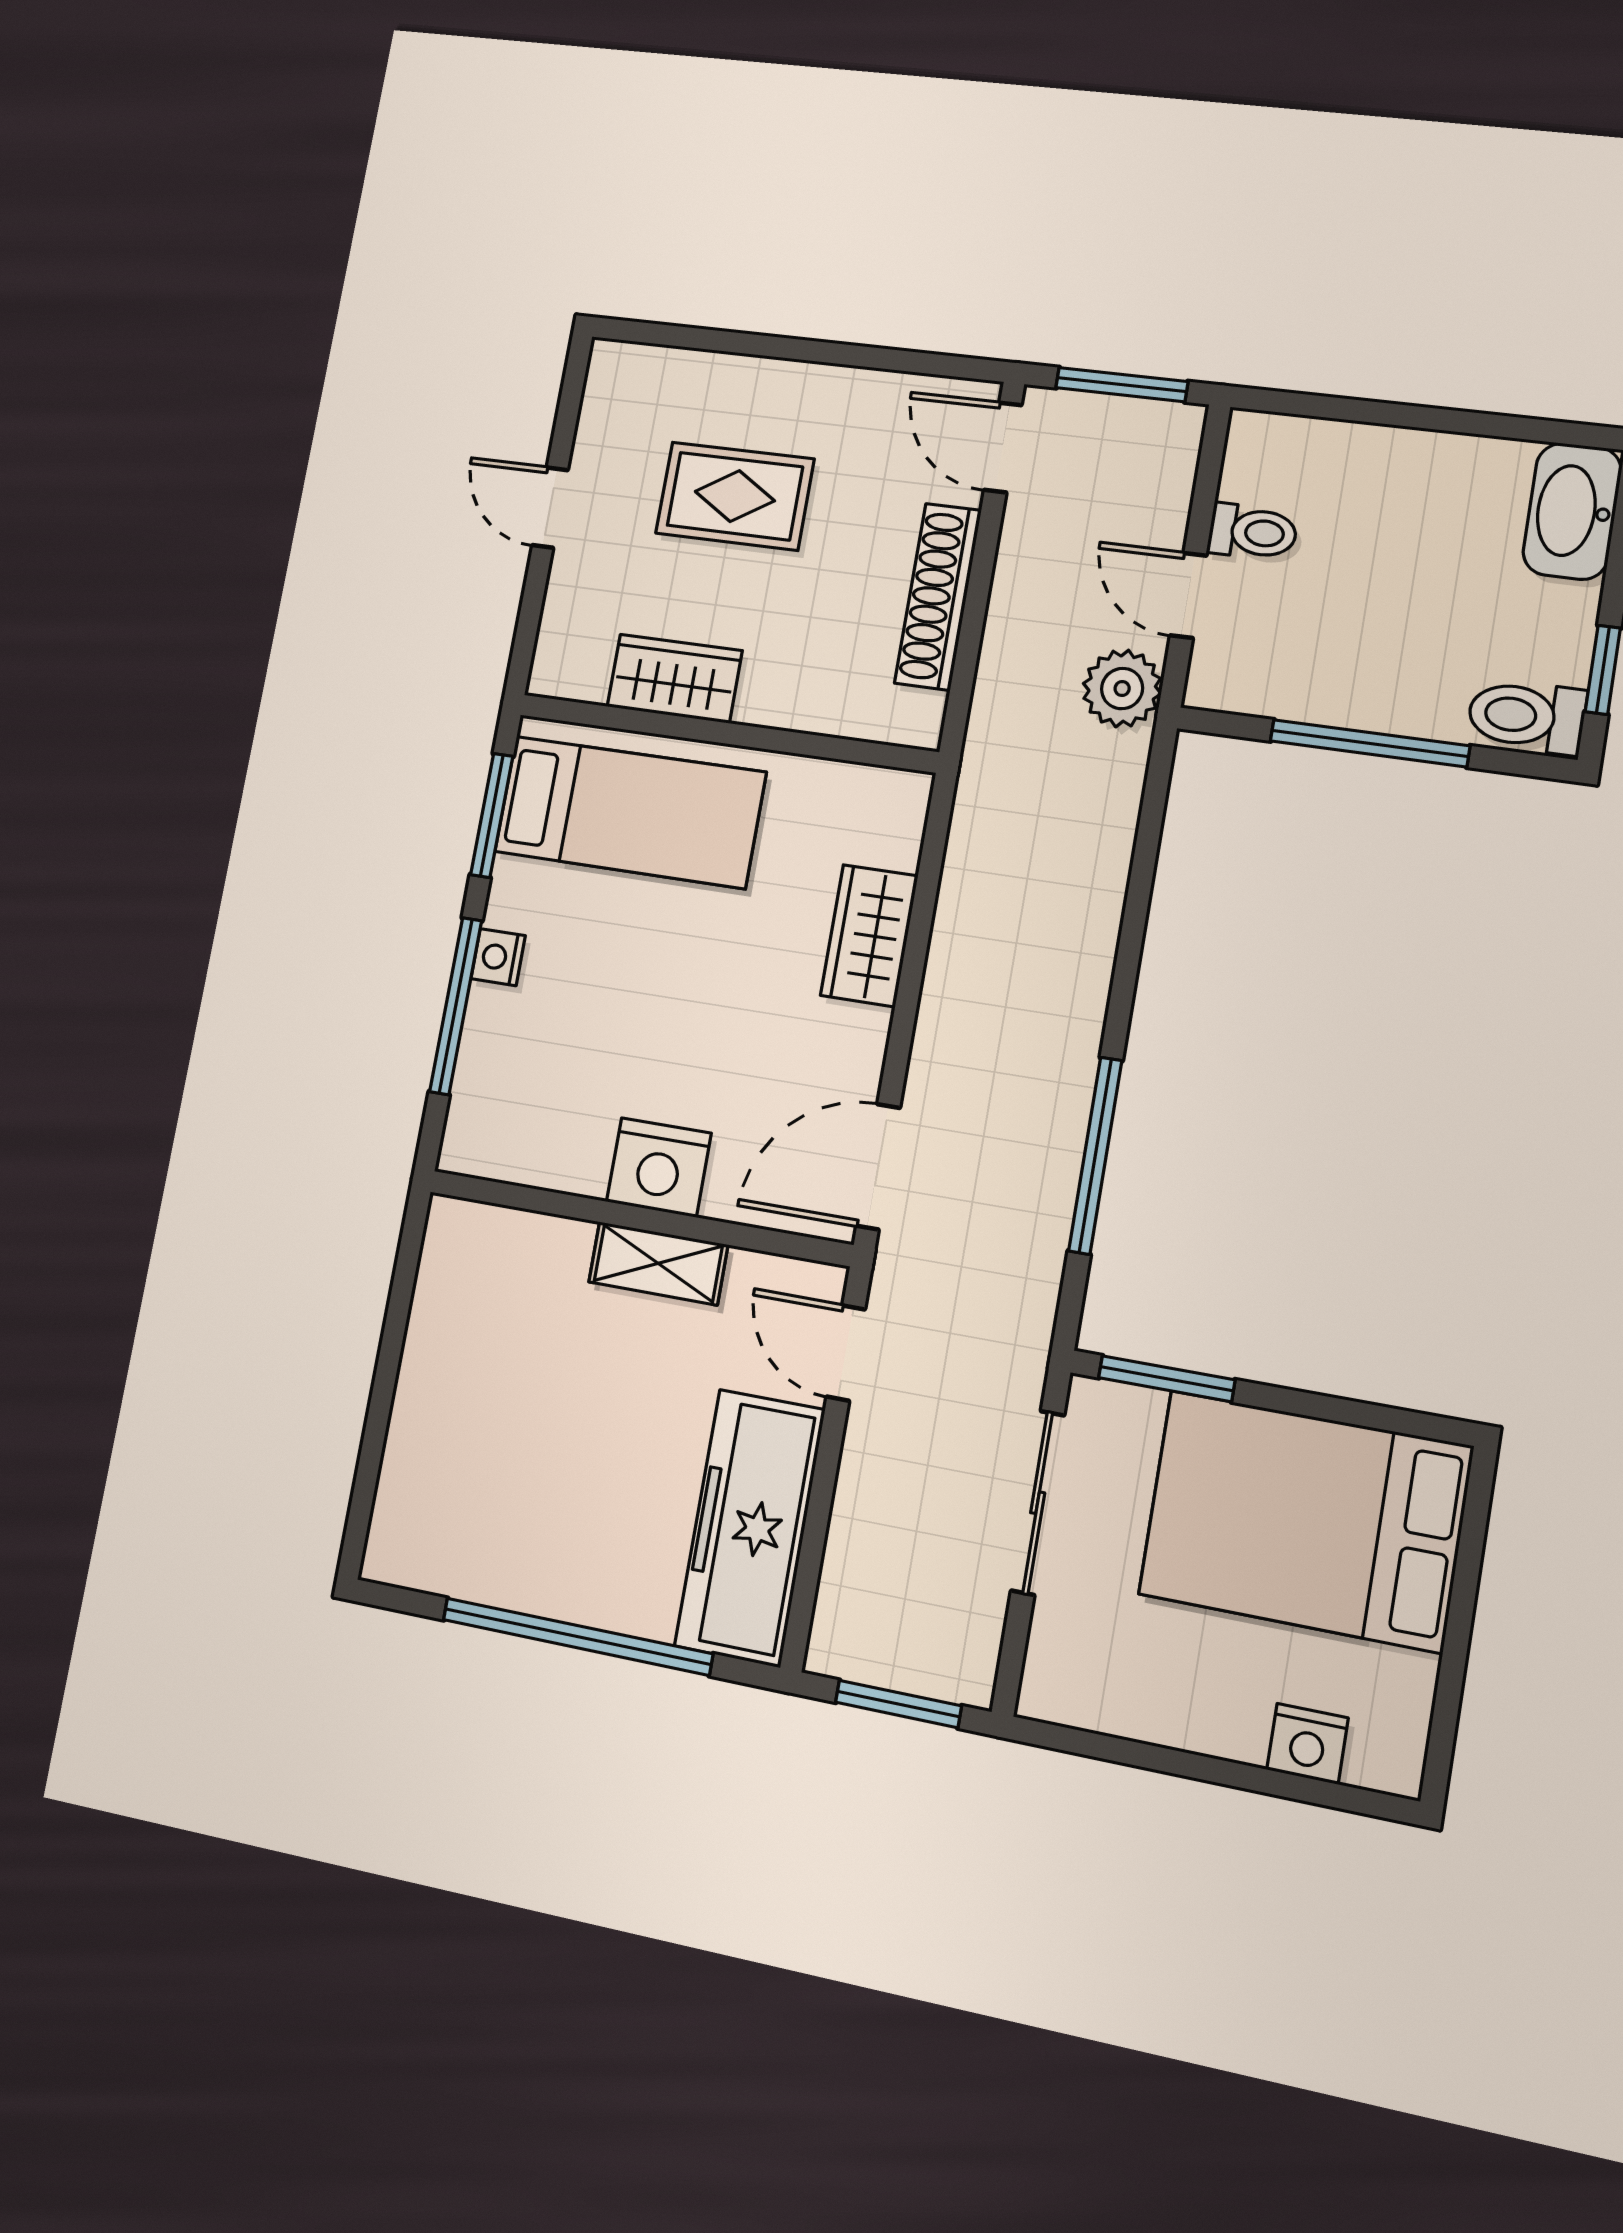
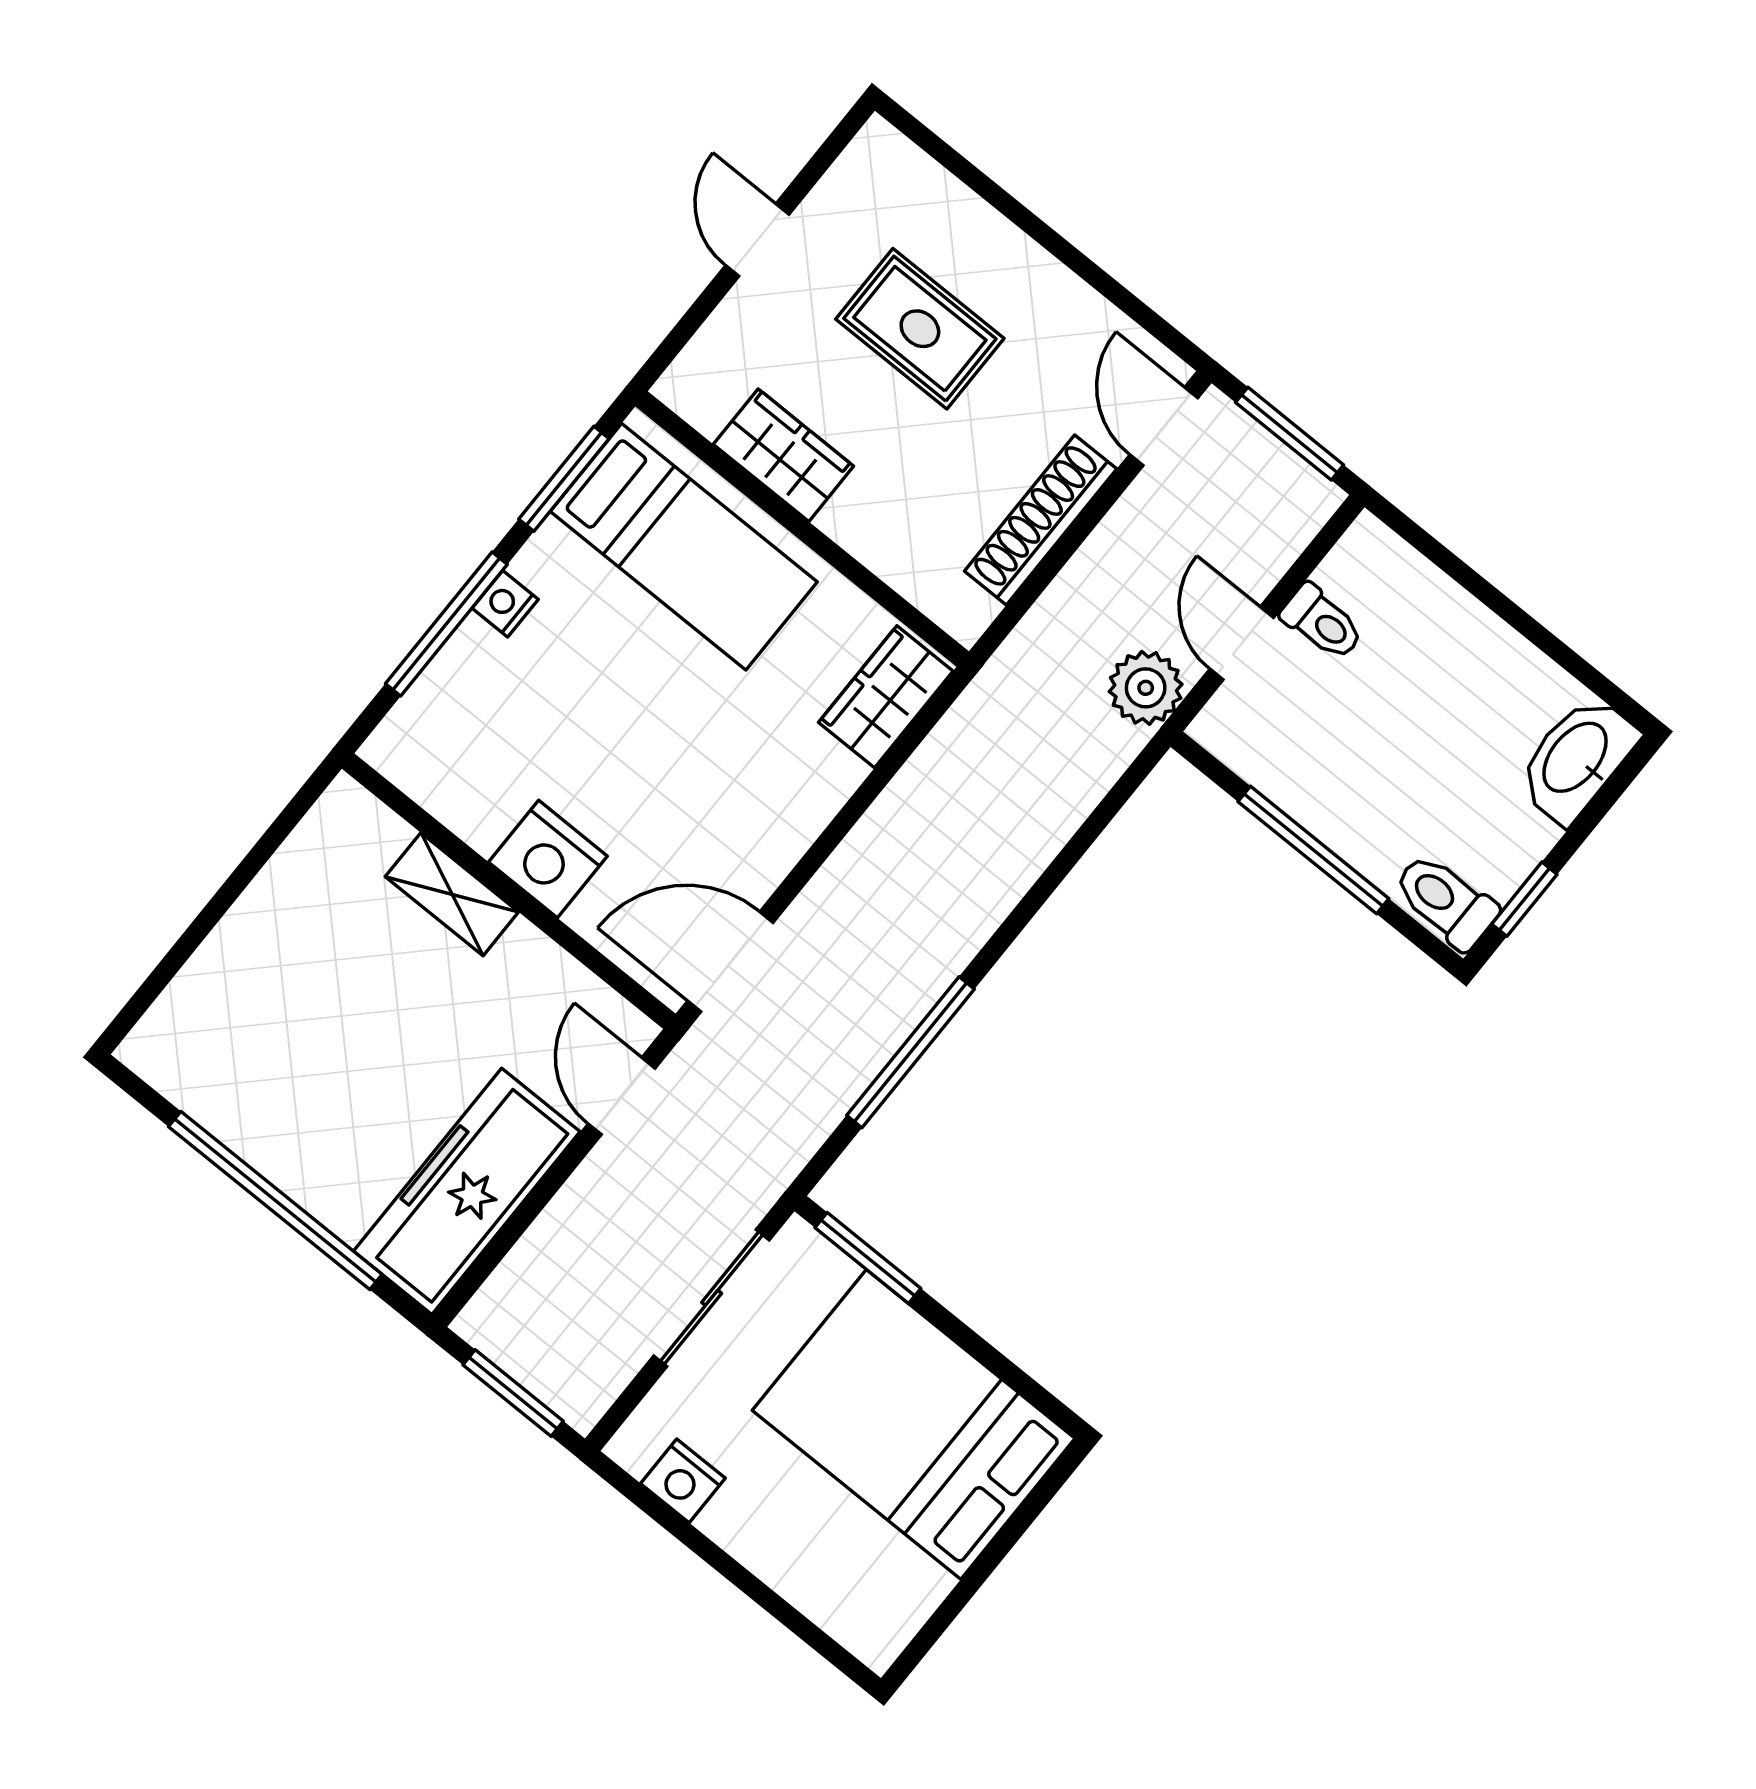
wardrobe: (869, 936) -> (886, 697), moved
shelving: (658, 1263) -> (452, 894), moved
nightstand: (1307, 1744) -> (683, 1481), moved

